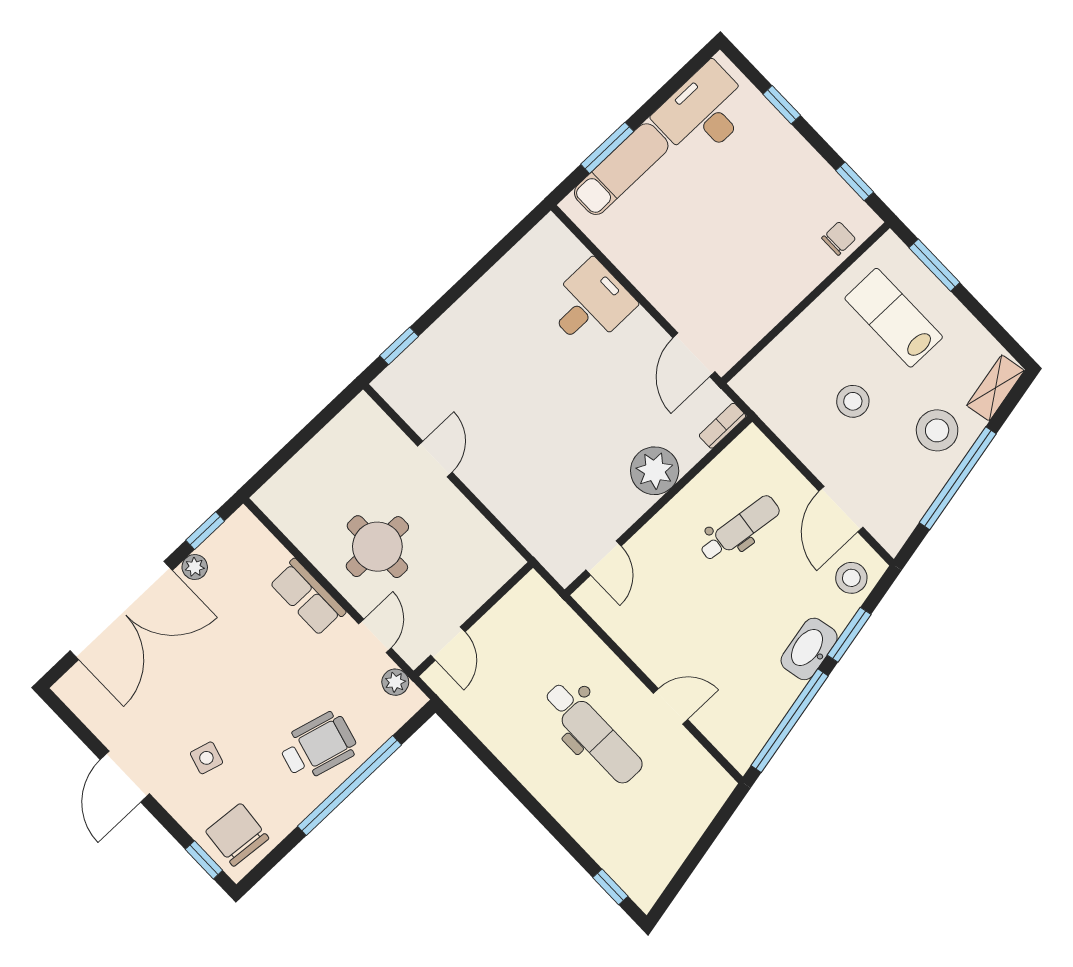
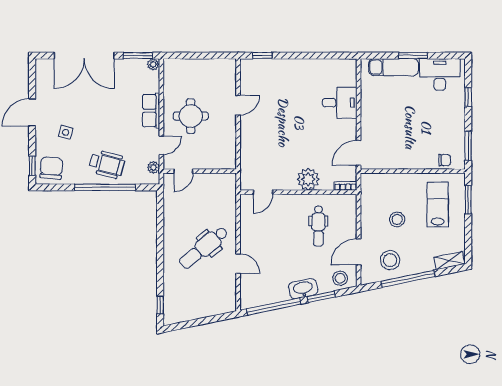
window: (607, 148) -> (413, 56), moved
window: (855, 181) -> (468, 146), width x1.50
stool: (937, 430) -> (390, 260), moved
dental chair: (740, 528) -> (318, 226), turned 83
window: (205, 531) -> (138, 56), width x1.50
plant: (195, 567) -> (153, 64), moved
dental chair: (593, 733) -> (204, 248), turned 51

